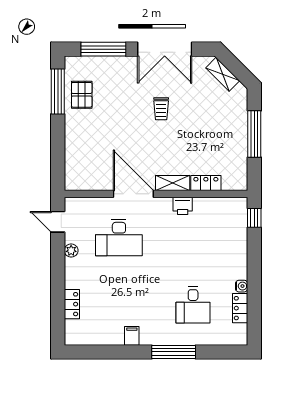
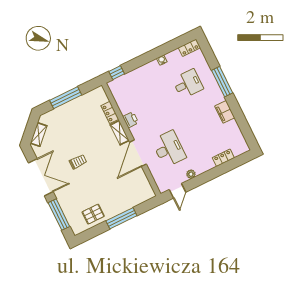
window: (58, 91) -> (121, 218), moved
locker: (240, 308) -> (189, 48), moved
filing cabinet: (132, 336) -> (225, 112), width x2.00

